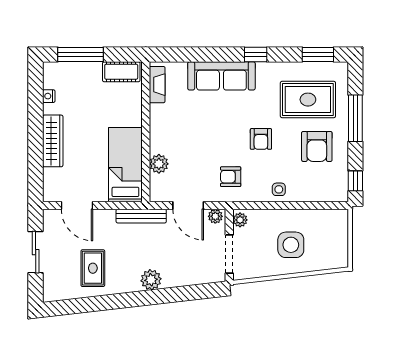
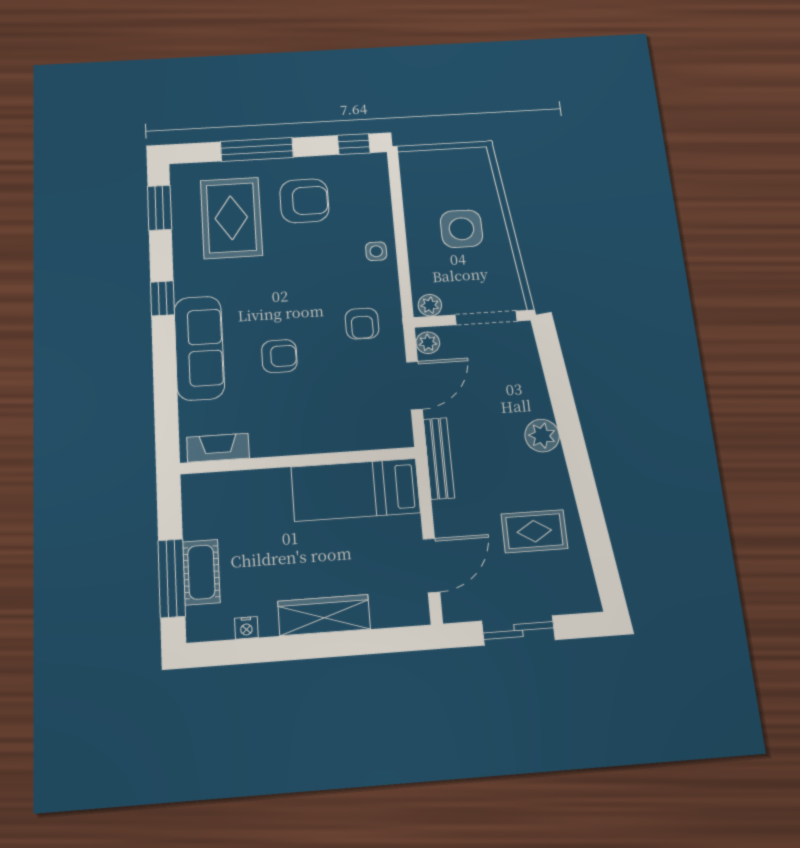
cot: (121, 72) -> (201, 572), moved
armchair: (261, 139) -> (279, 356), moved
plant: (159, 164) -> (350, 436), removed

